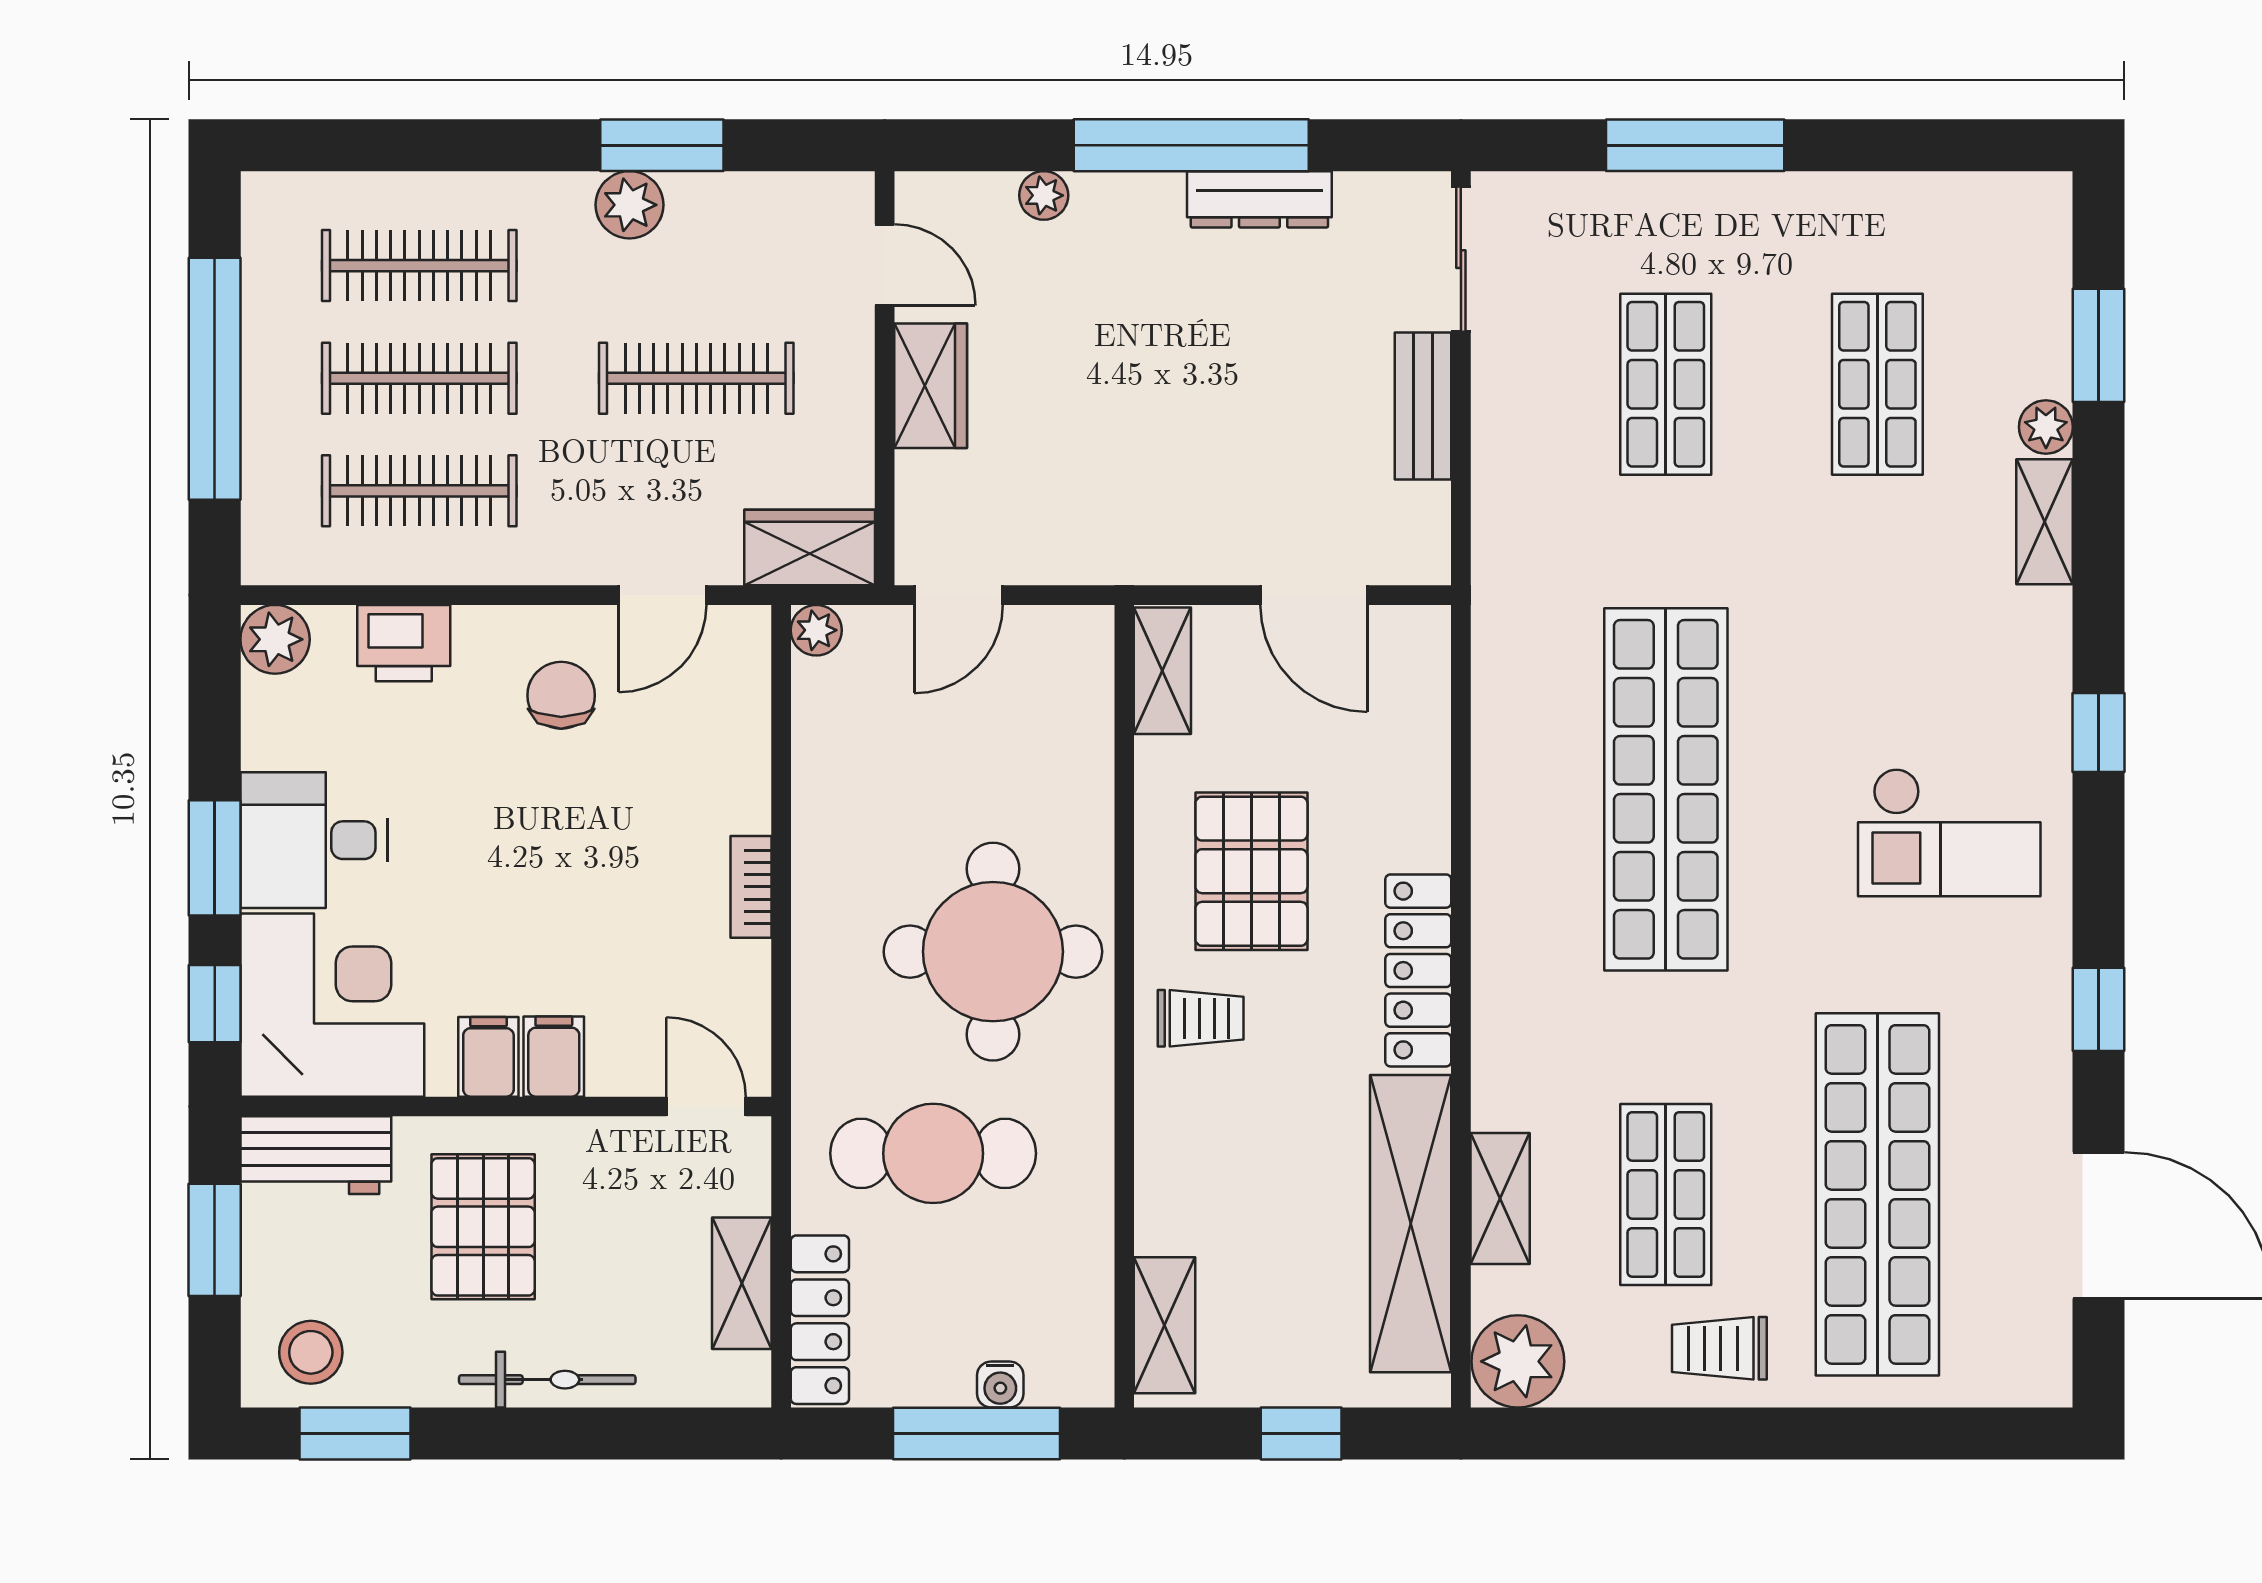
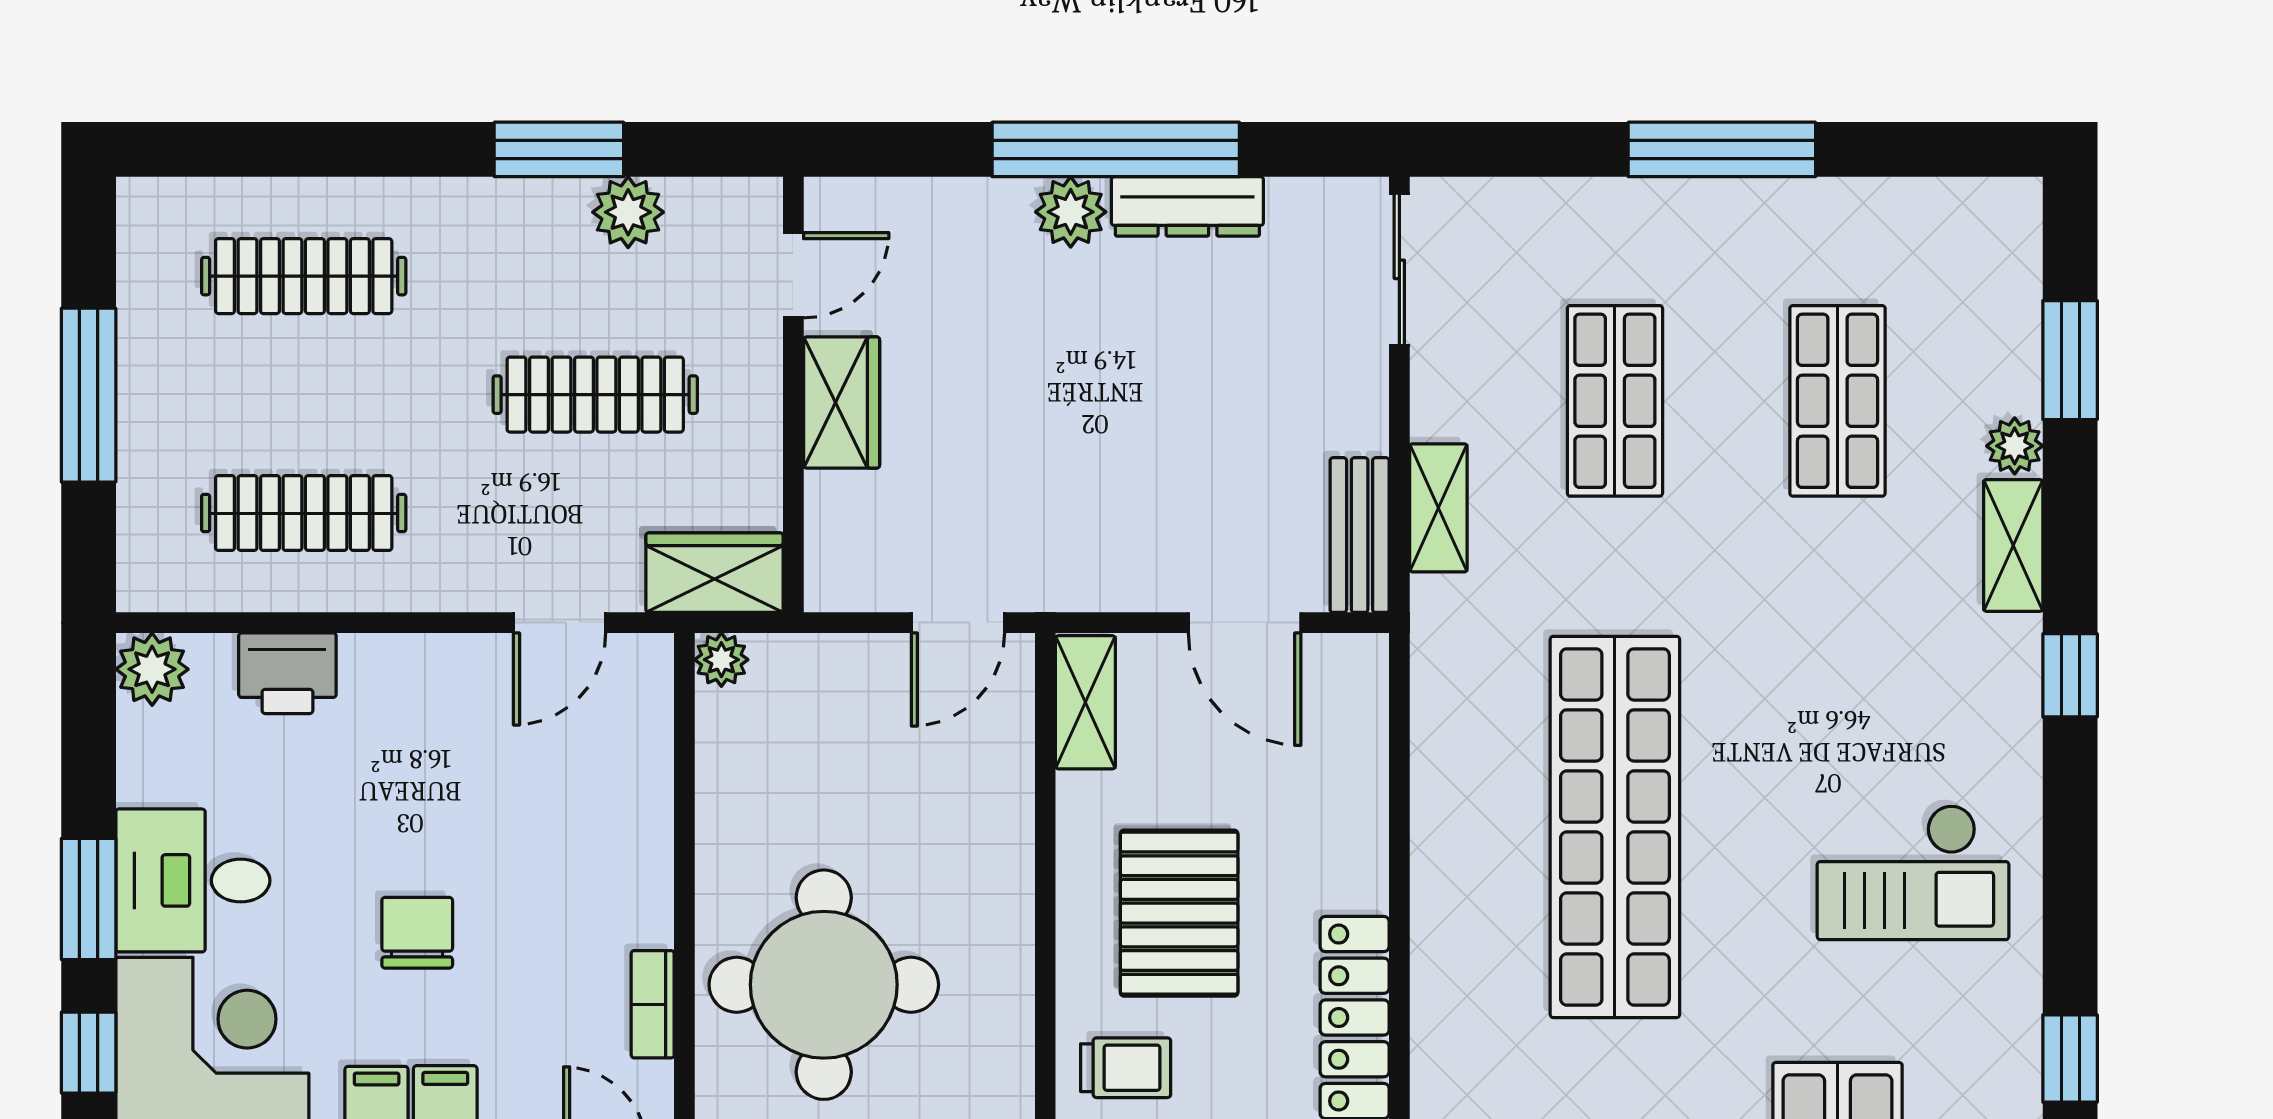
window: (1695, 145) -> (1722, 149), moved
plant: (1044, 195) -> (1071, 212), moved, width x1.38, depth x1.38
plant: (629, 205) -> (628, 212), moved
door: (885, 265) -> (793, 275), hinge flipped
clothes rail: (419, 378) -> (304, 395), removed
window: (215, 379) -> (89, 395), width x0.68
bench: (1423, 406) -> (1360, 535), moved
shelving: (1498, 486) -> (1438, 508), added
door: (958, 595) -> (958, 623), moved
chair: (561, 695) -> (417, 933), moved
window: (2099, 732) -> (2070, 675), moved
bookcase: (751, 887) -> (653, 1004), moved
round table: (993, 952) -> (824, 985), moved

